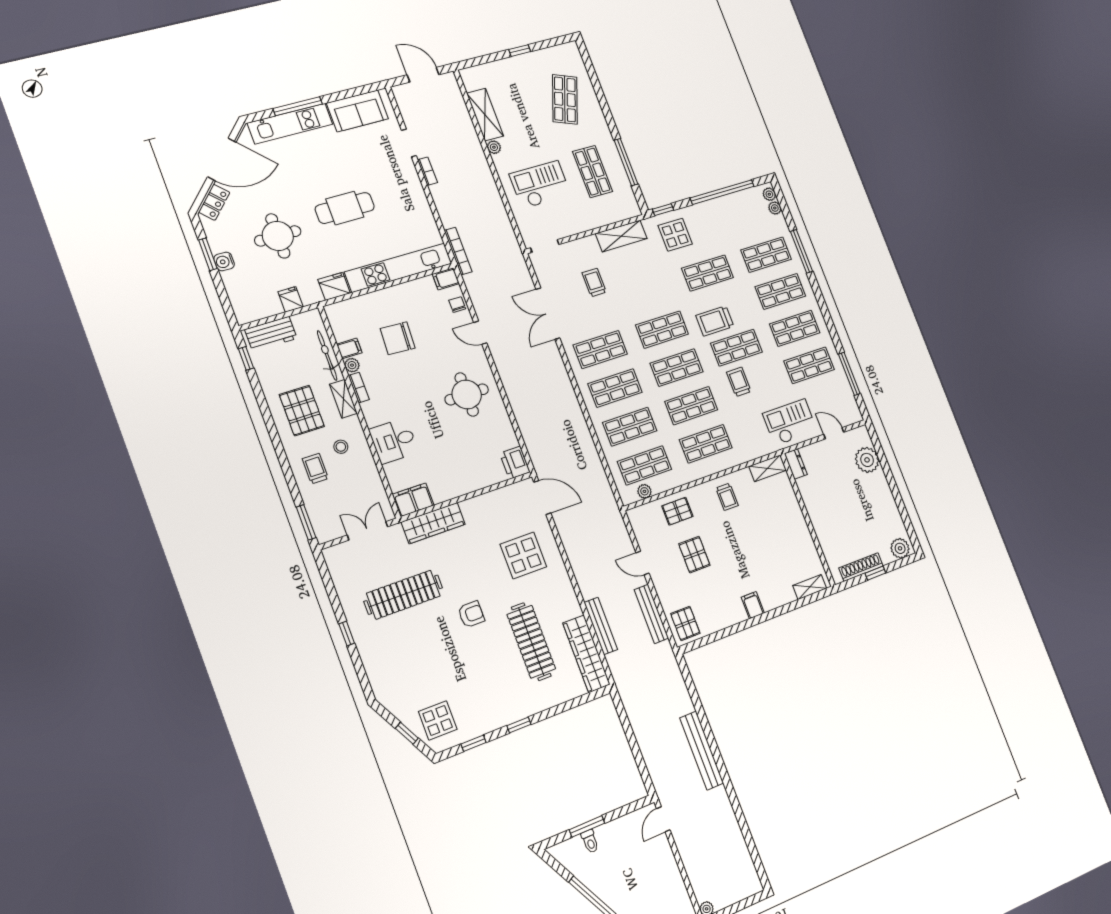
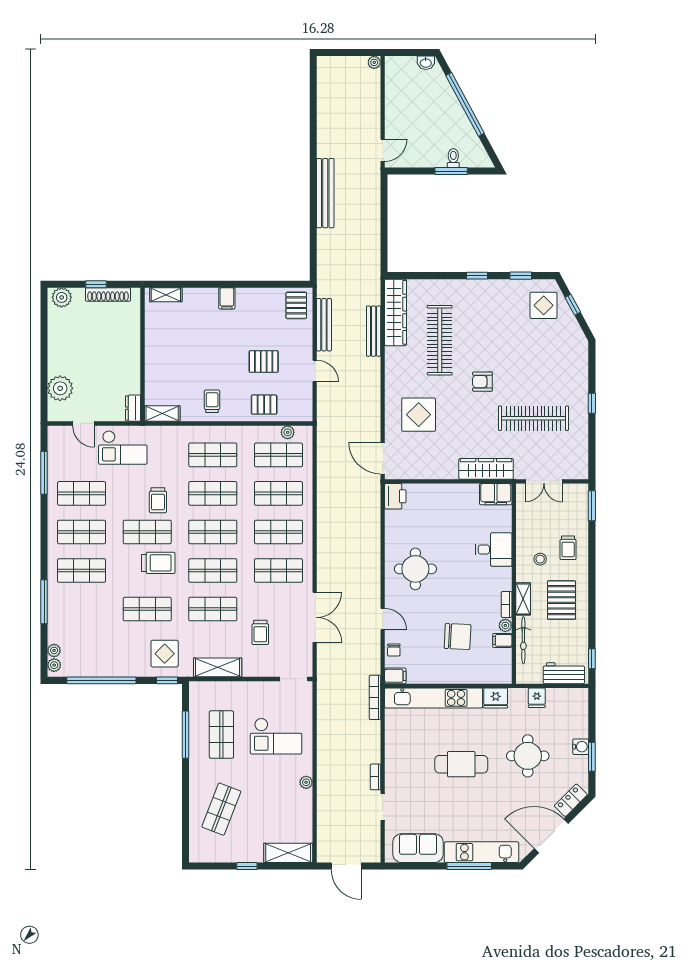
shelving: (485, 115) -> (288, 853), moved, turned 90
shop shelf: (766, 255) -> (213, 609), moved
pallet: (694, 555) -> (264, 361), turned 90

